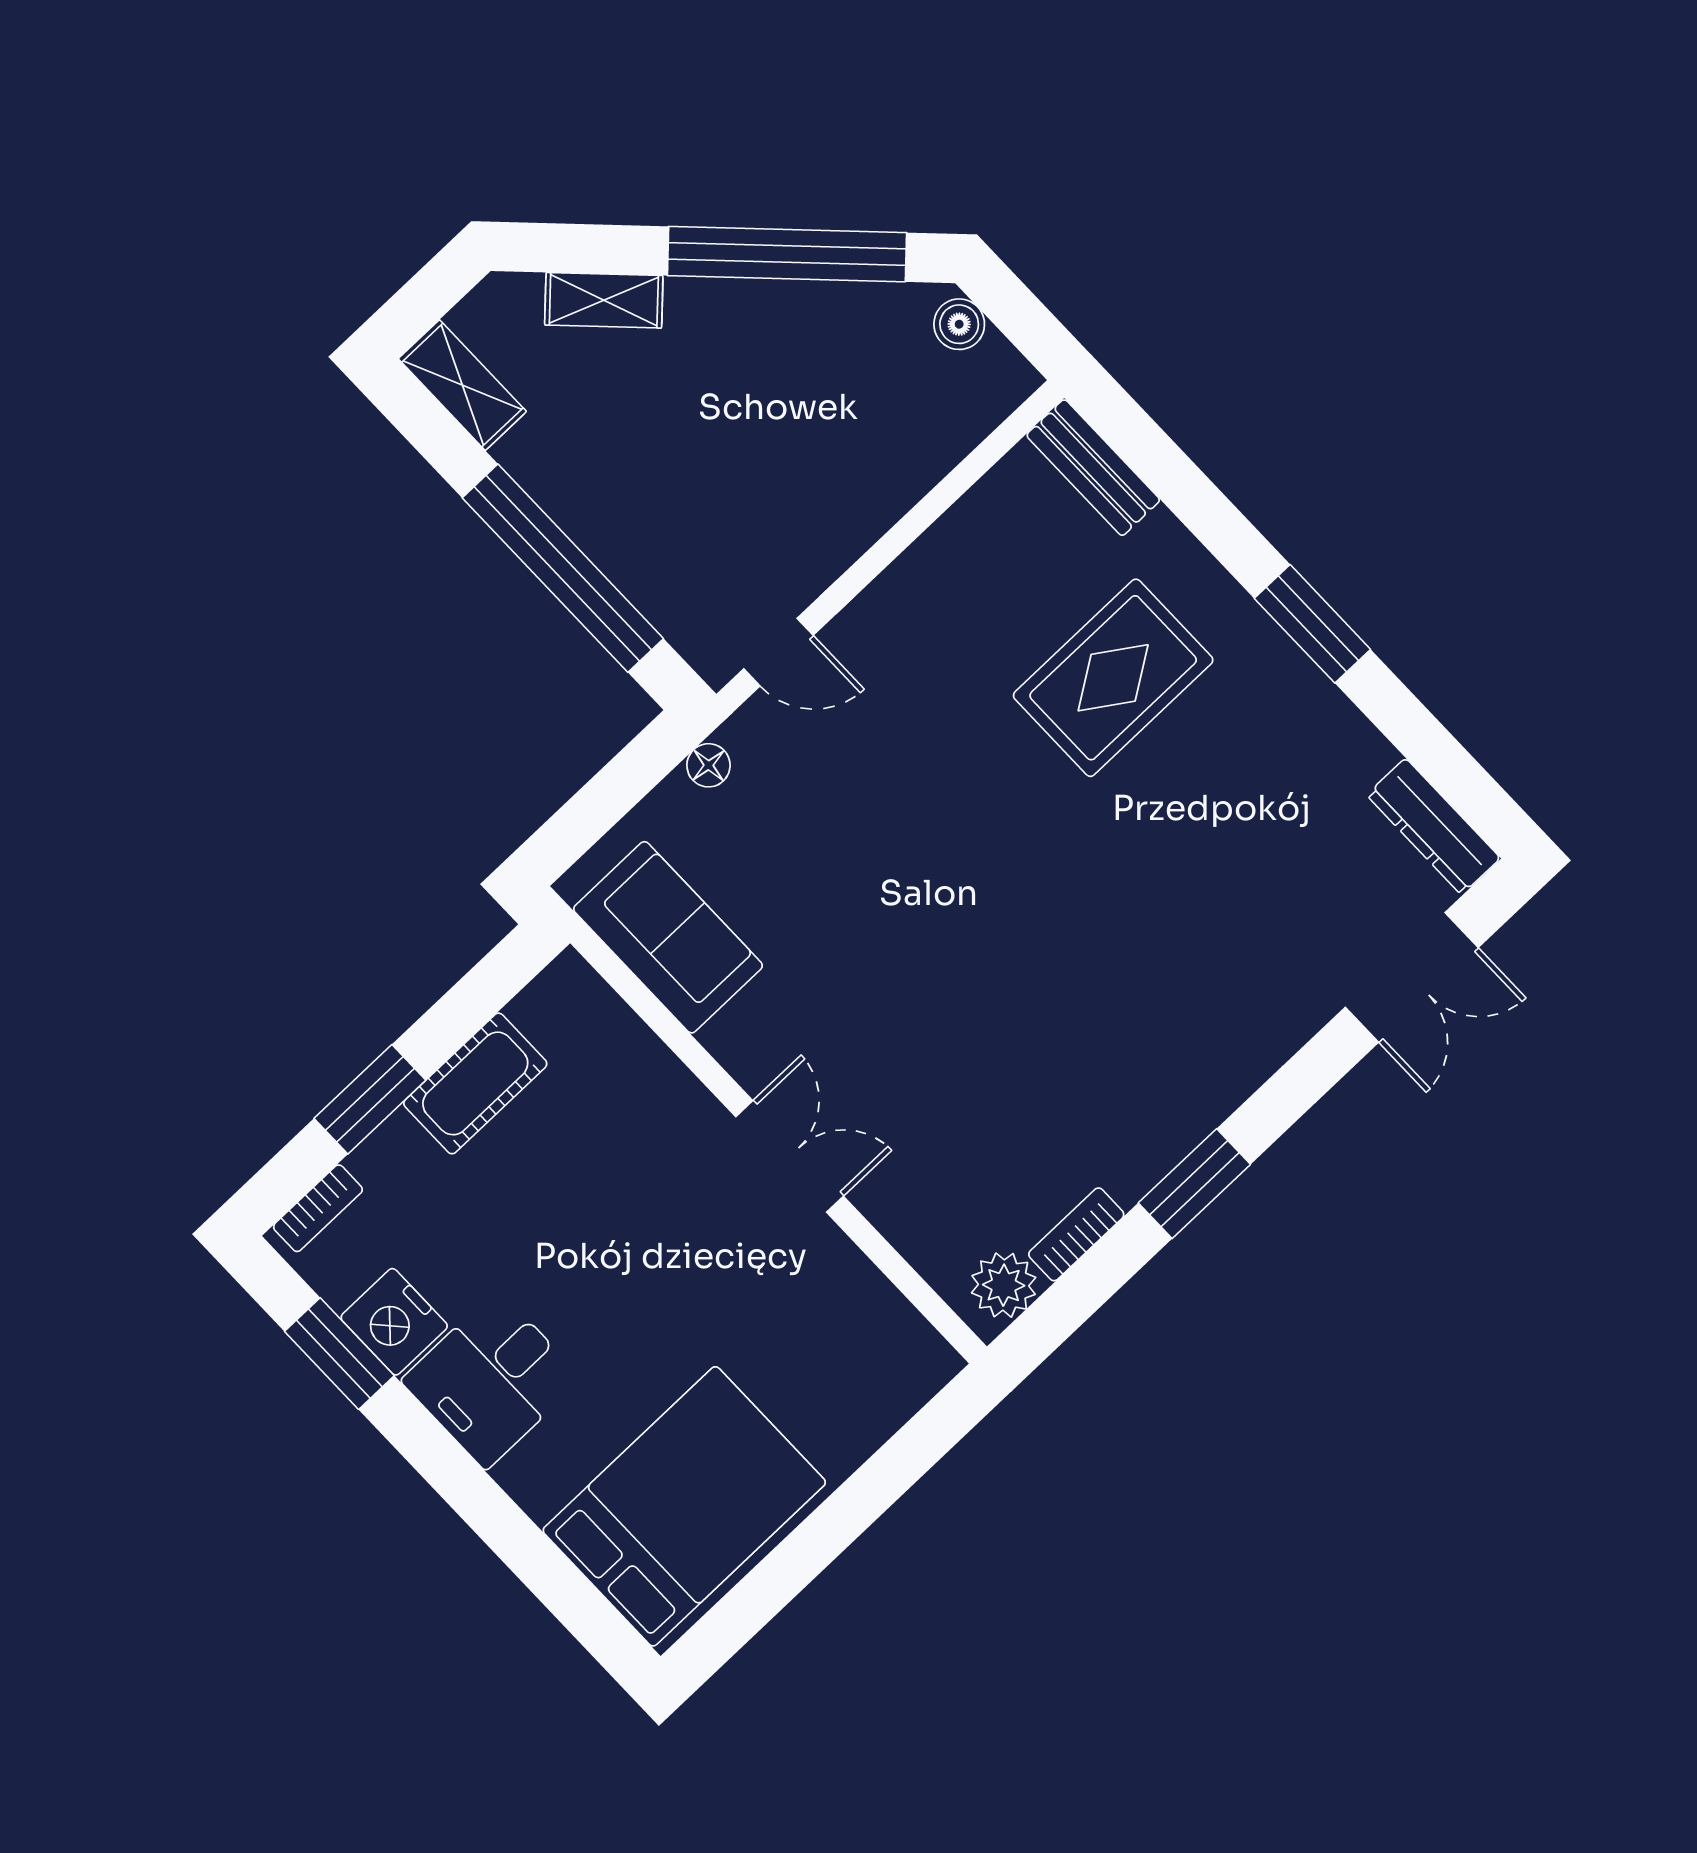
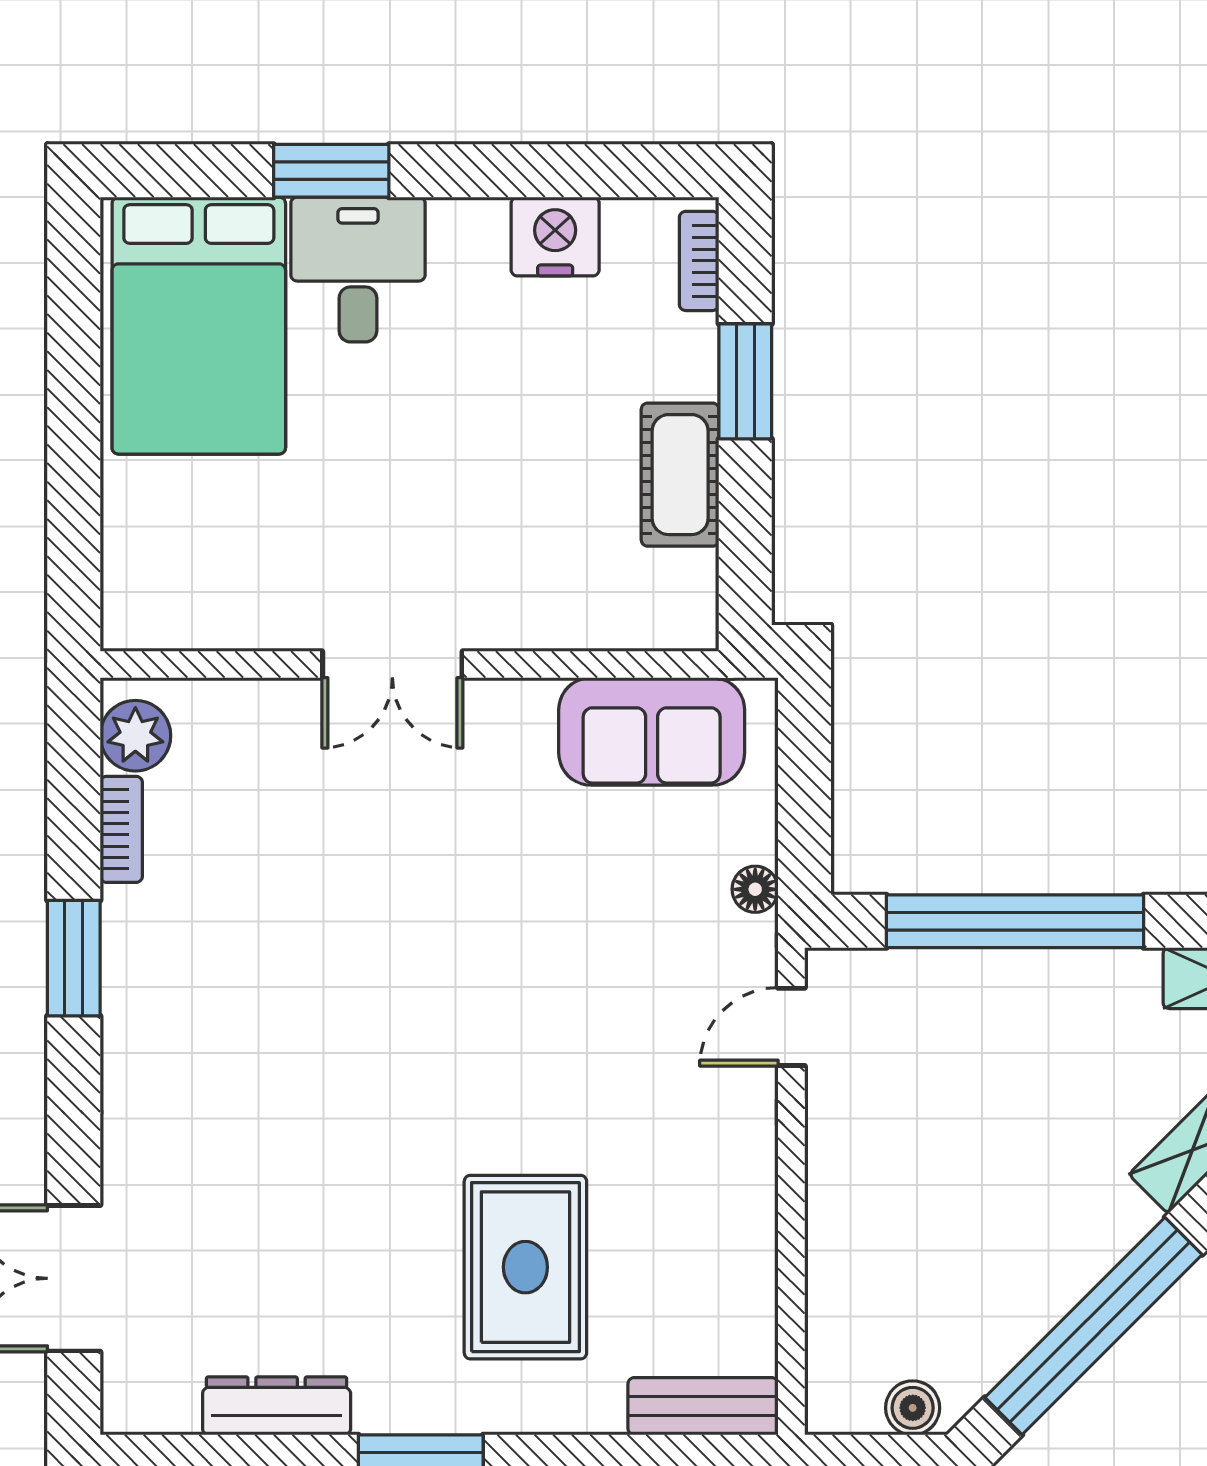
dresser: (1433, 826) -> (277, 1406), moved
window: (339, 1354) -> (331, 171), moved
desk: (492, 1380) -> (358, 269), moved

